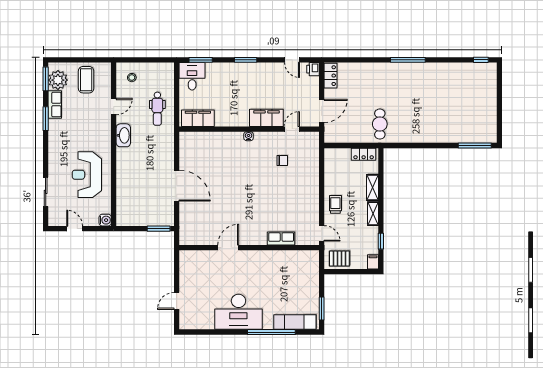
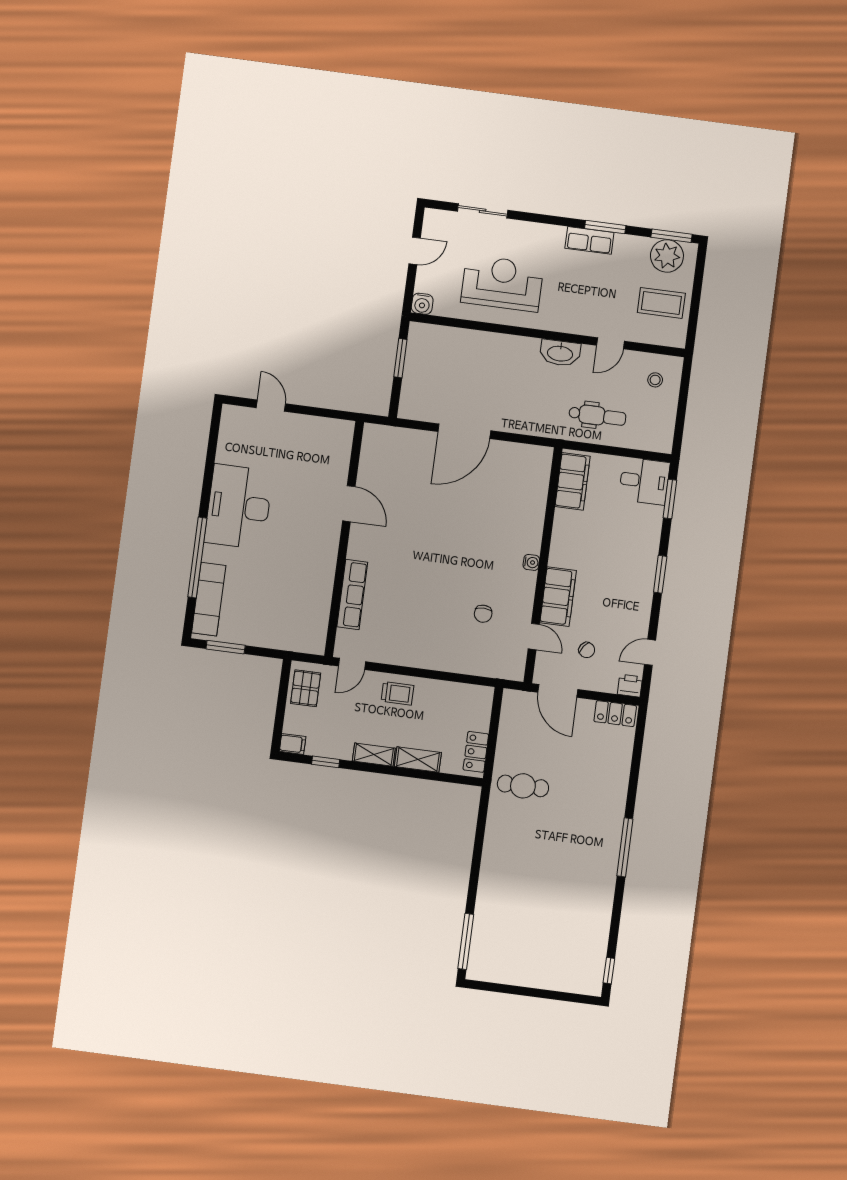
chair: (296, 97) -> (587, 650), added
row of seats: (55, 105) -> (589, 240), moved
door: (114, 107) -> (610, 343), hinge flipped
dental chair: (157, 109) -> (597, 416), turned 180
window: (159, 229) -> (400, 358), moved
row of seats: (281, 239) -> (352, 594), width x1.48

